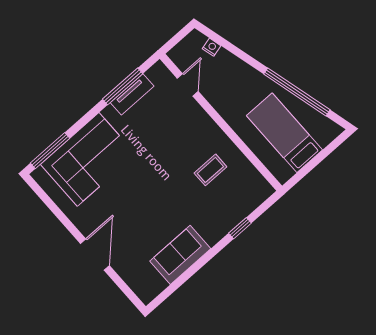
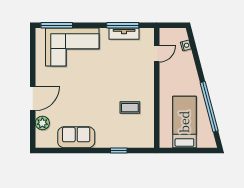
plant: (129, 272) -> (42, 123), added

